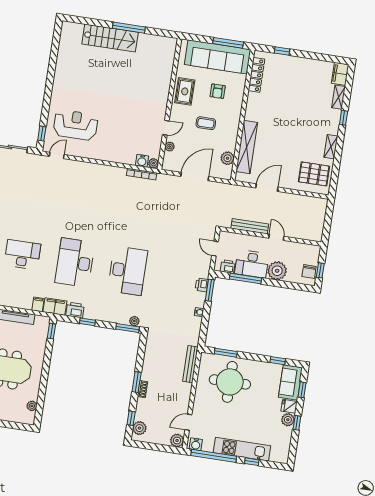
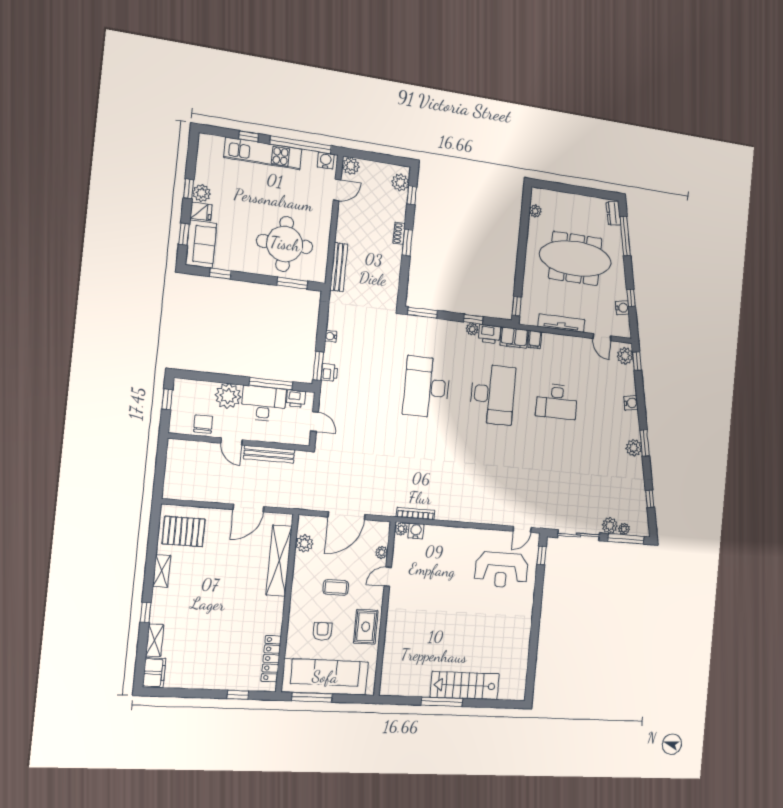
chair: (309, 272) -> (203, 424), moved
plant: (134, 321) -> (472, 329), moved

